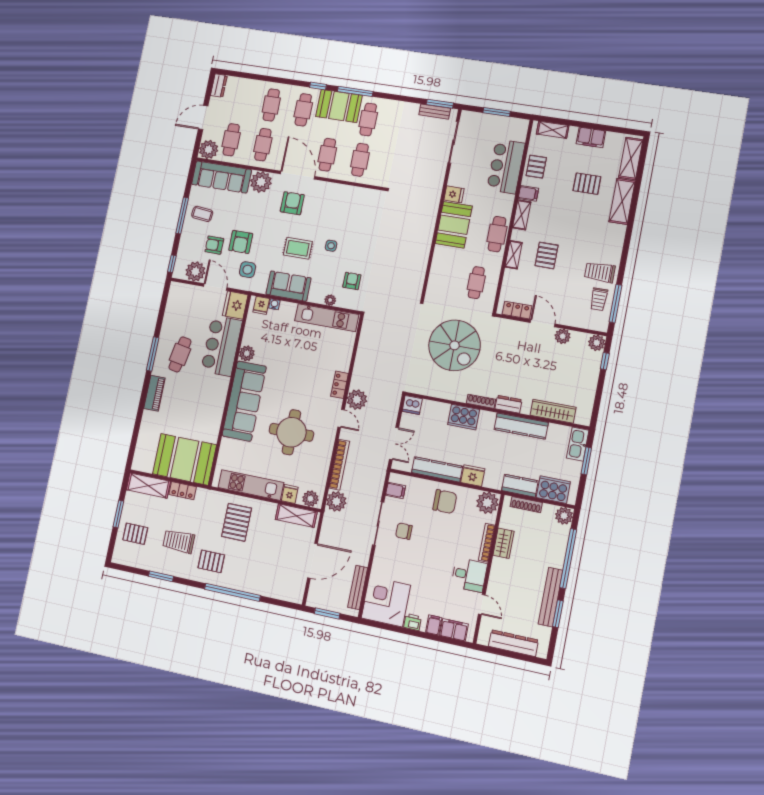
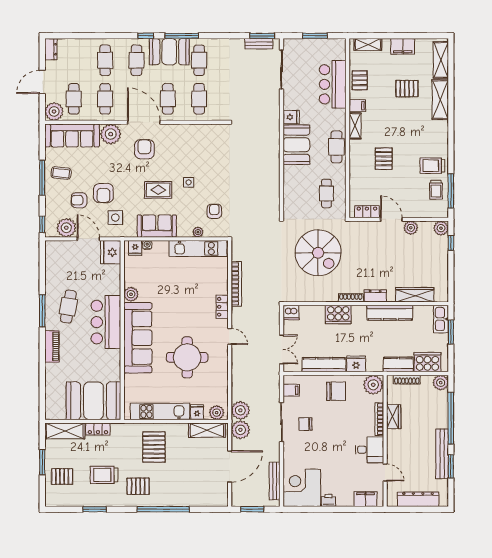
shelving: (514, 255) -> (355, 163), removed
bar counter: (222, 346) -> (106, 322), moved
plant: (357, 400) -> (240, 430), moved
bookcase: (339, 465) -> (236, 284), moved
filing cabinet: (434, 625) -> (347, 499), removed

